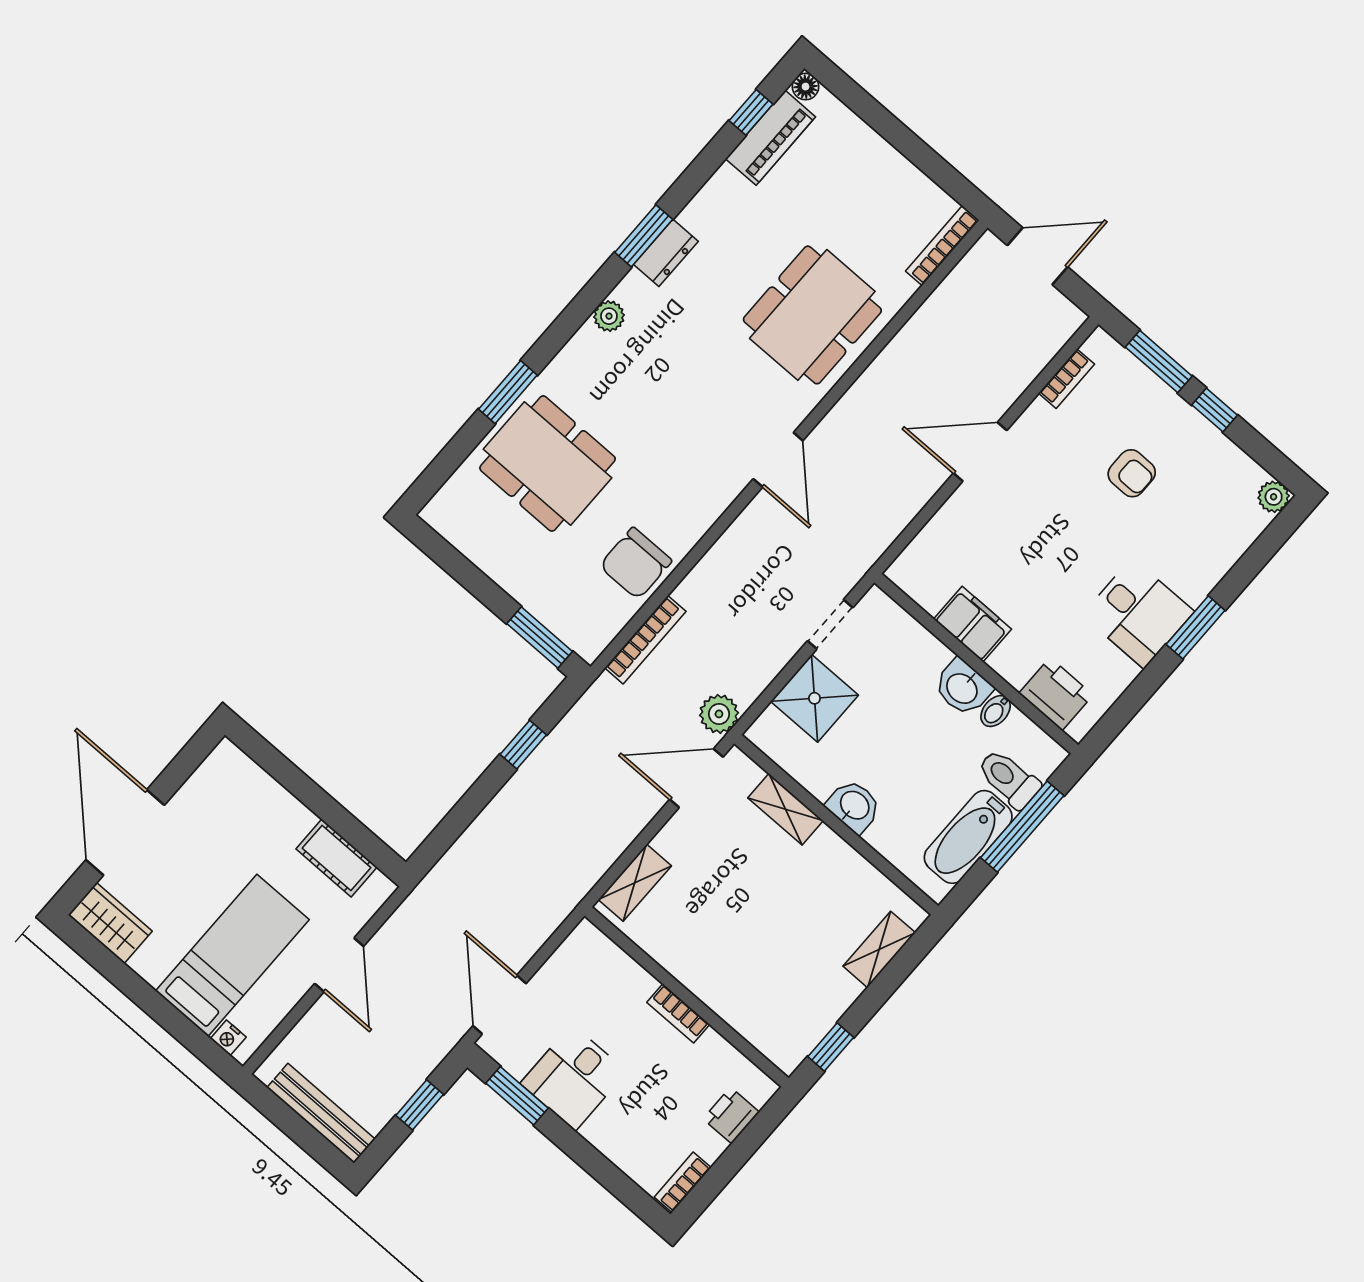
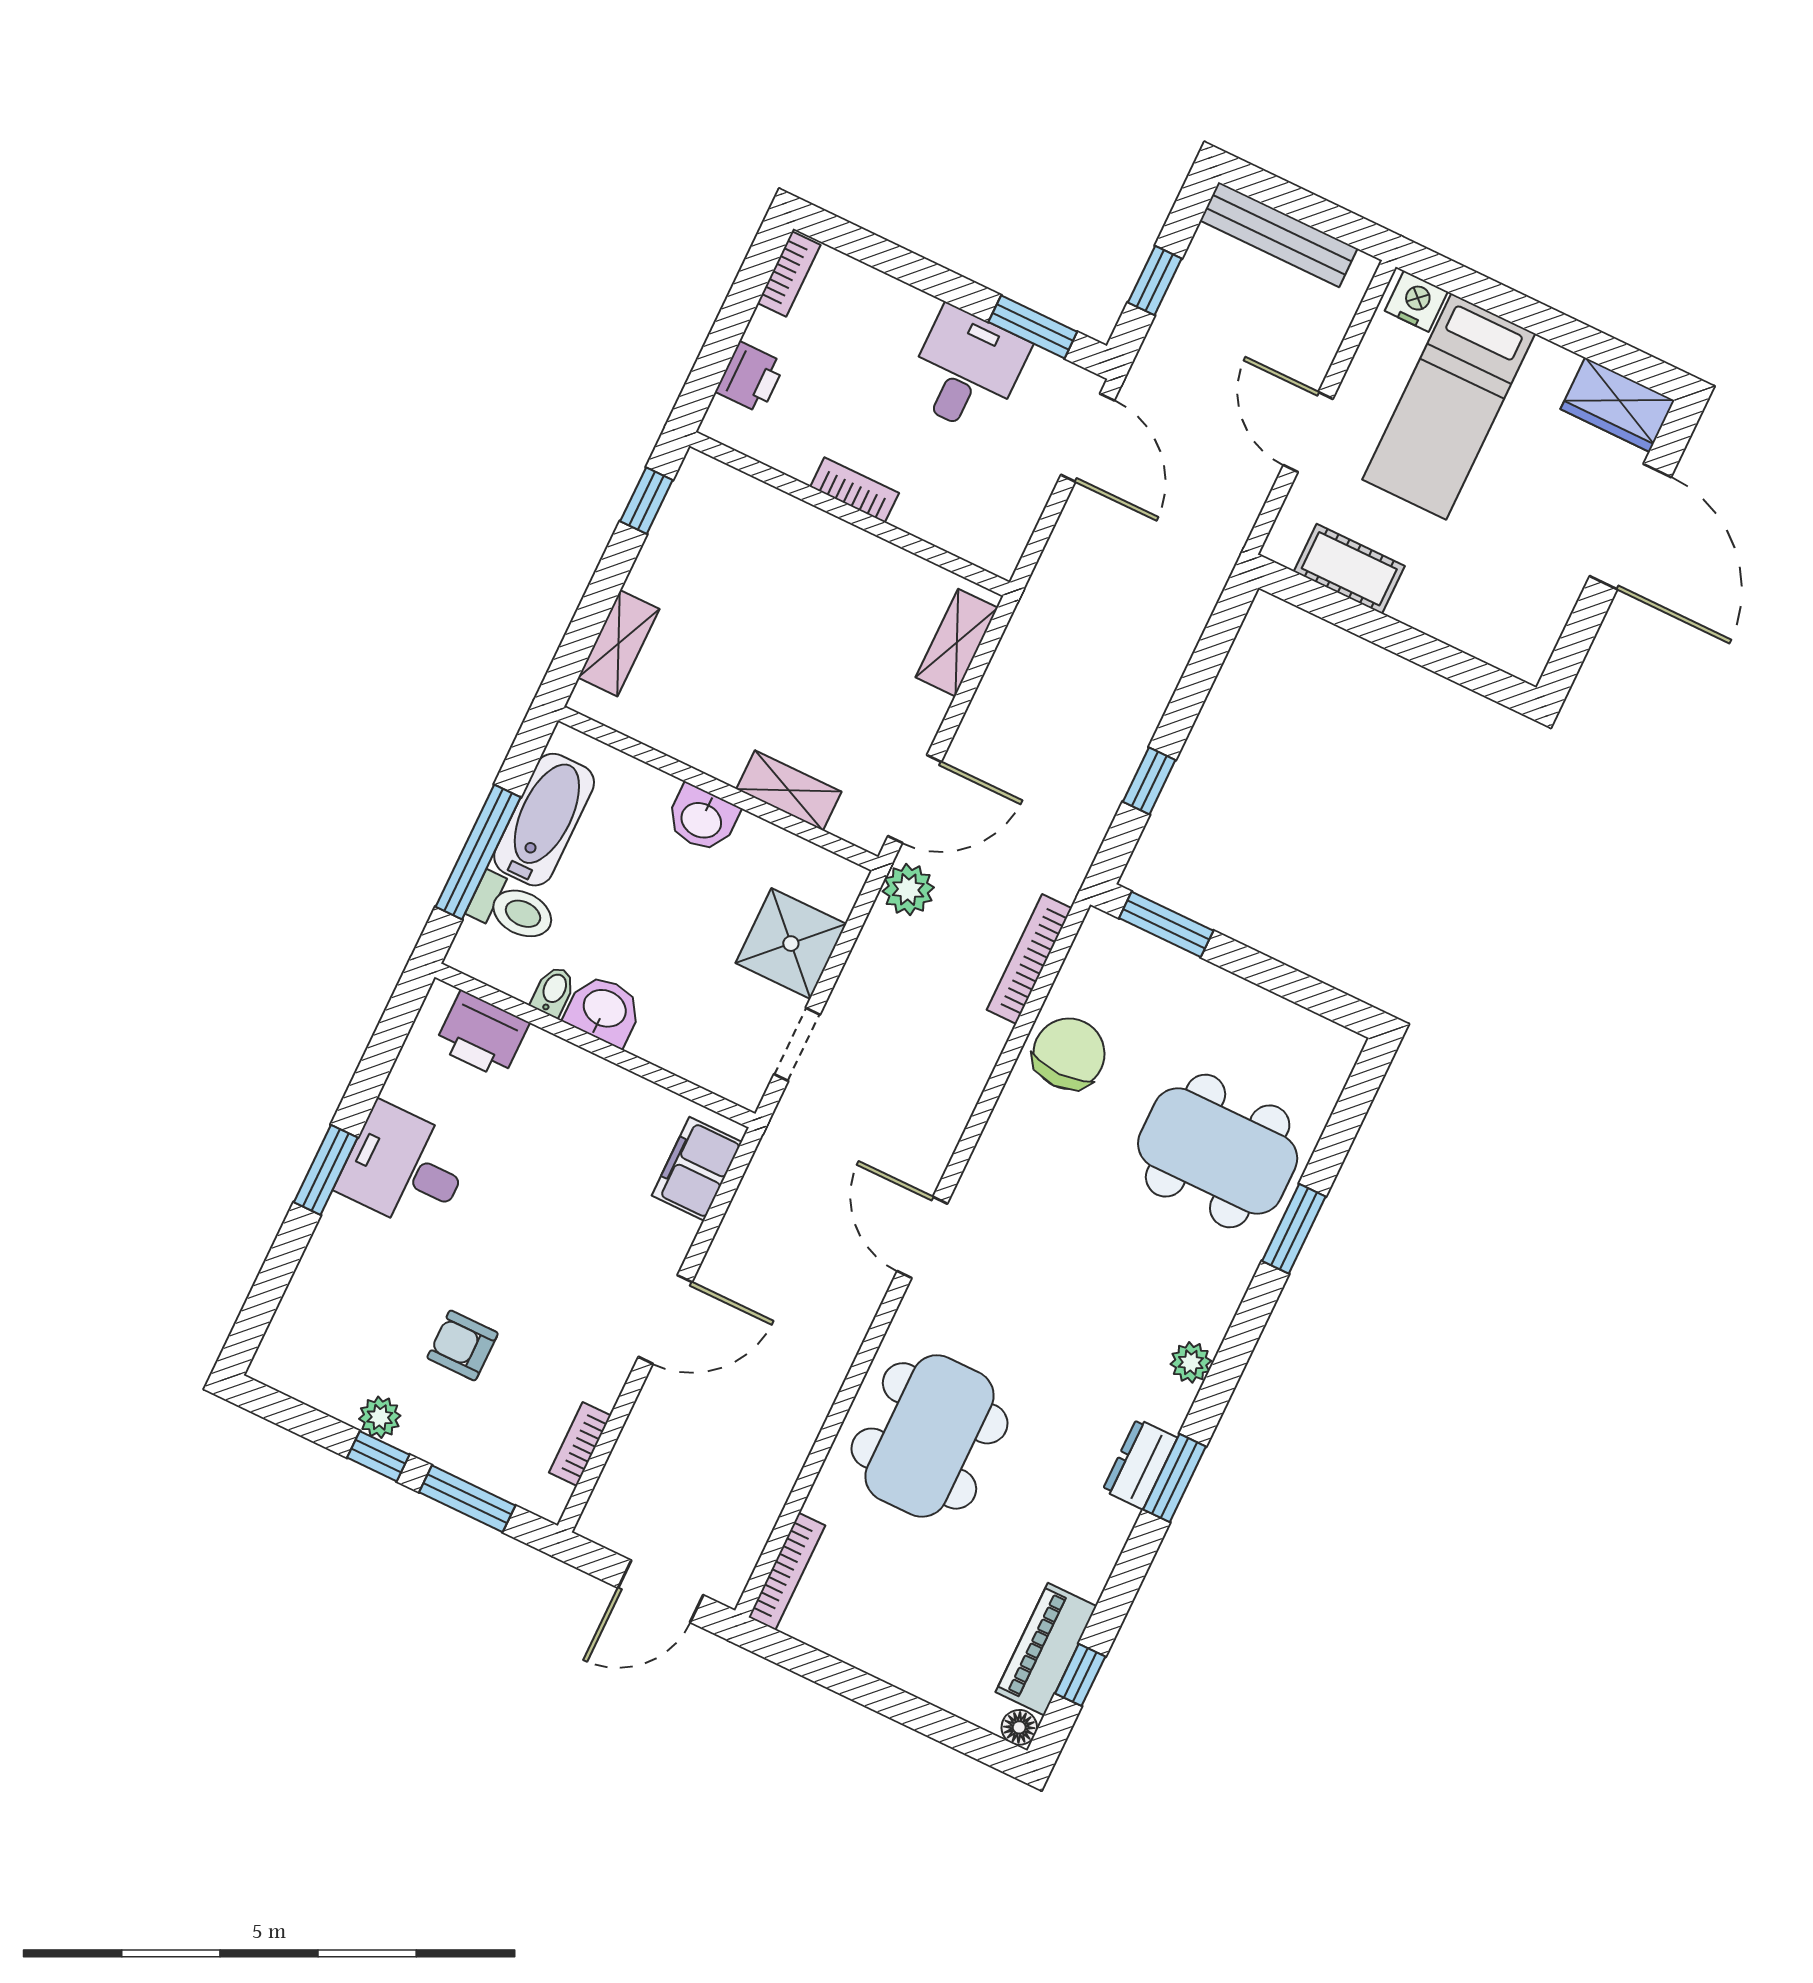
plant: (1274, 497) -> (380, 1417), moved
filing cabinet: (973, 624) -> (697, 1169), moved, turned 90
nightstand: (228, 1038) -> (1416, 301), width x1.39, depth x1.35

